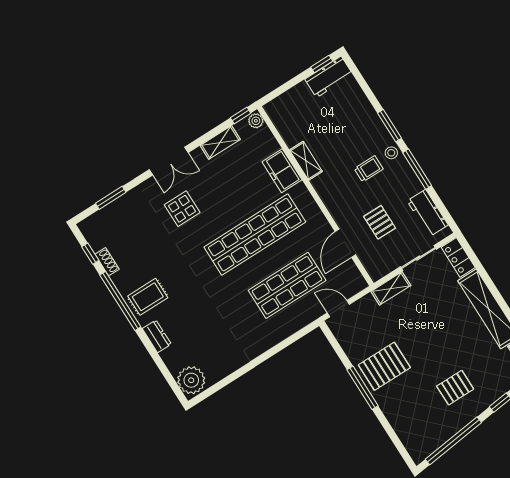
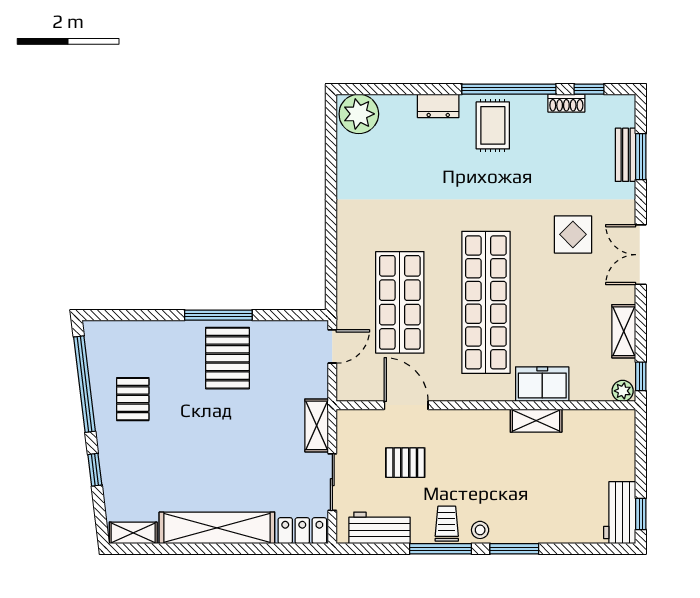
trolley: (369, 169) -> (447, 524), moved, turned 180
bench: (115, 207) -> (626, 155), added
pallet: (455, 388) -> (133, 399), moved

